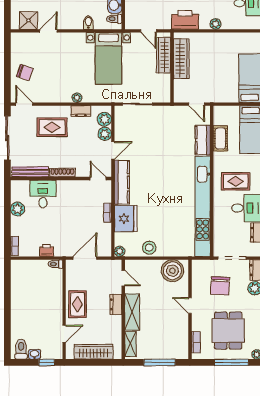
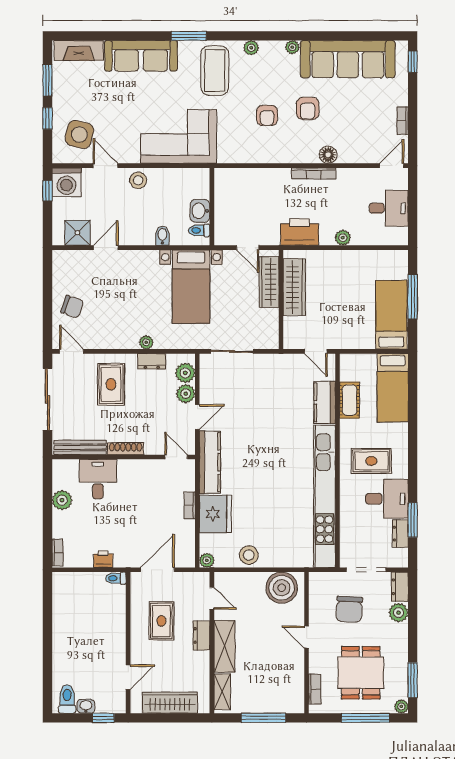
rug: (52, 127) -> (111, 384), turned 90
rug: (77, 304) -> (161, 621), moved

